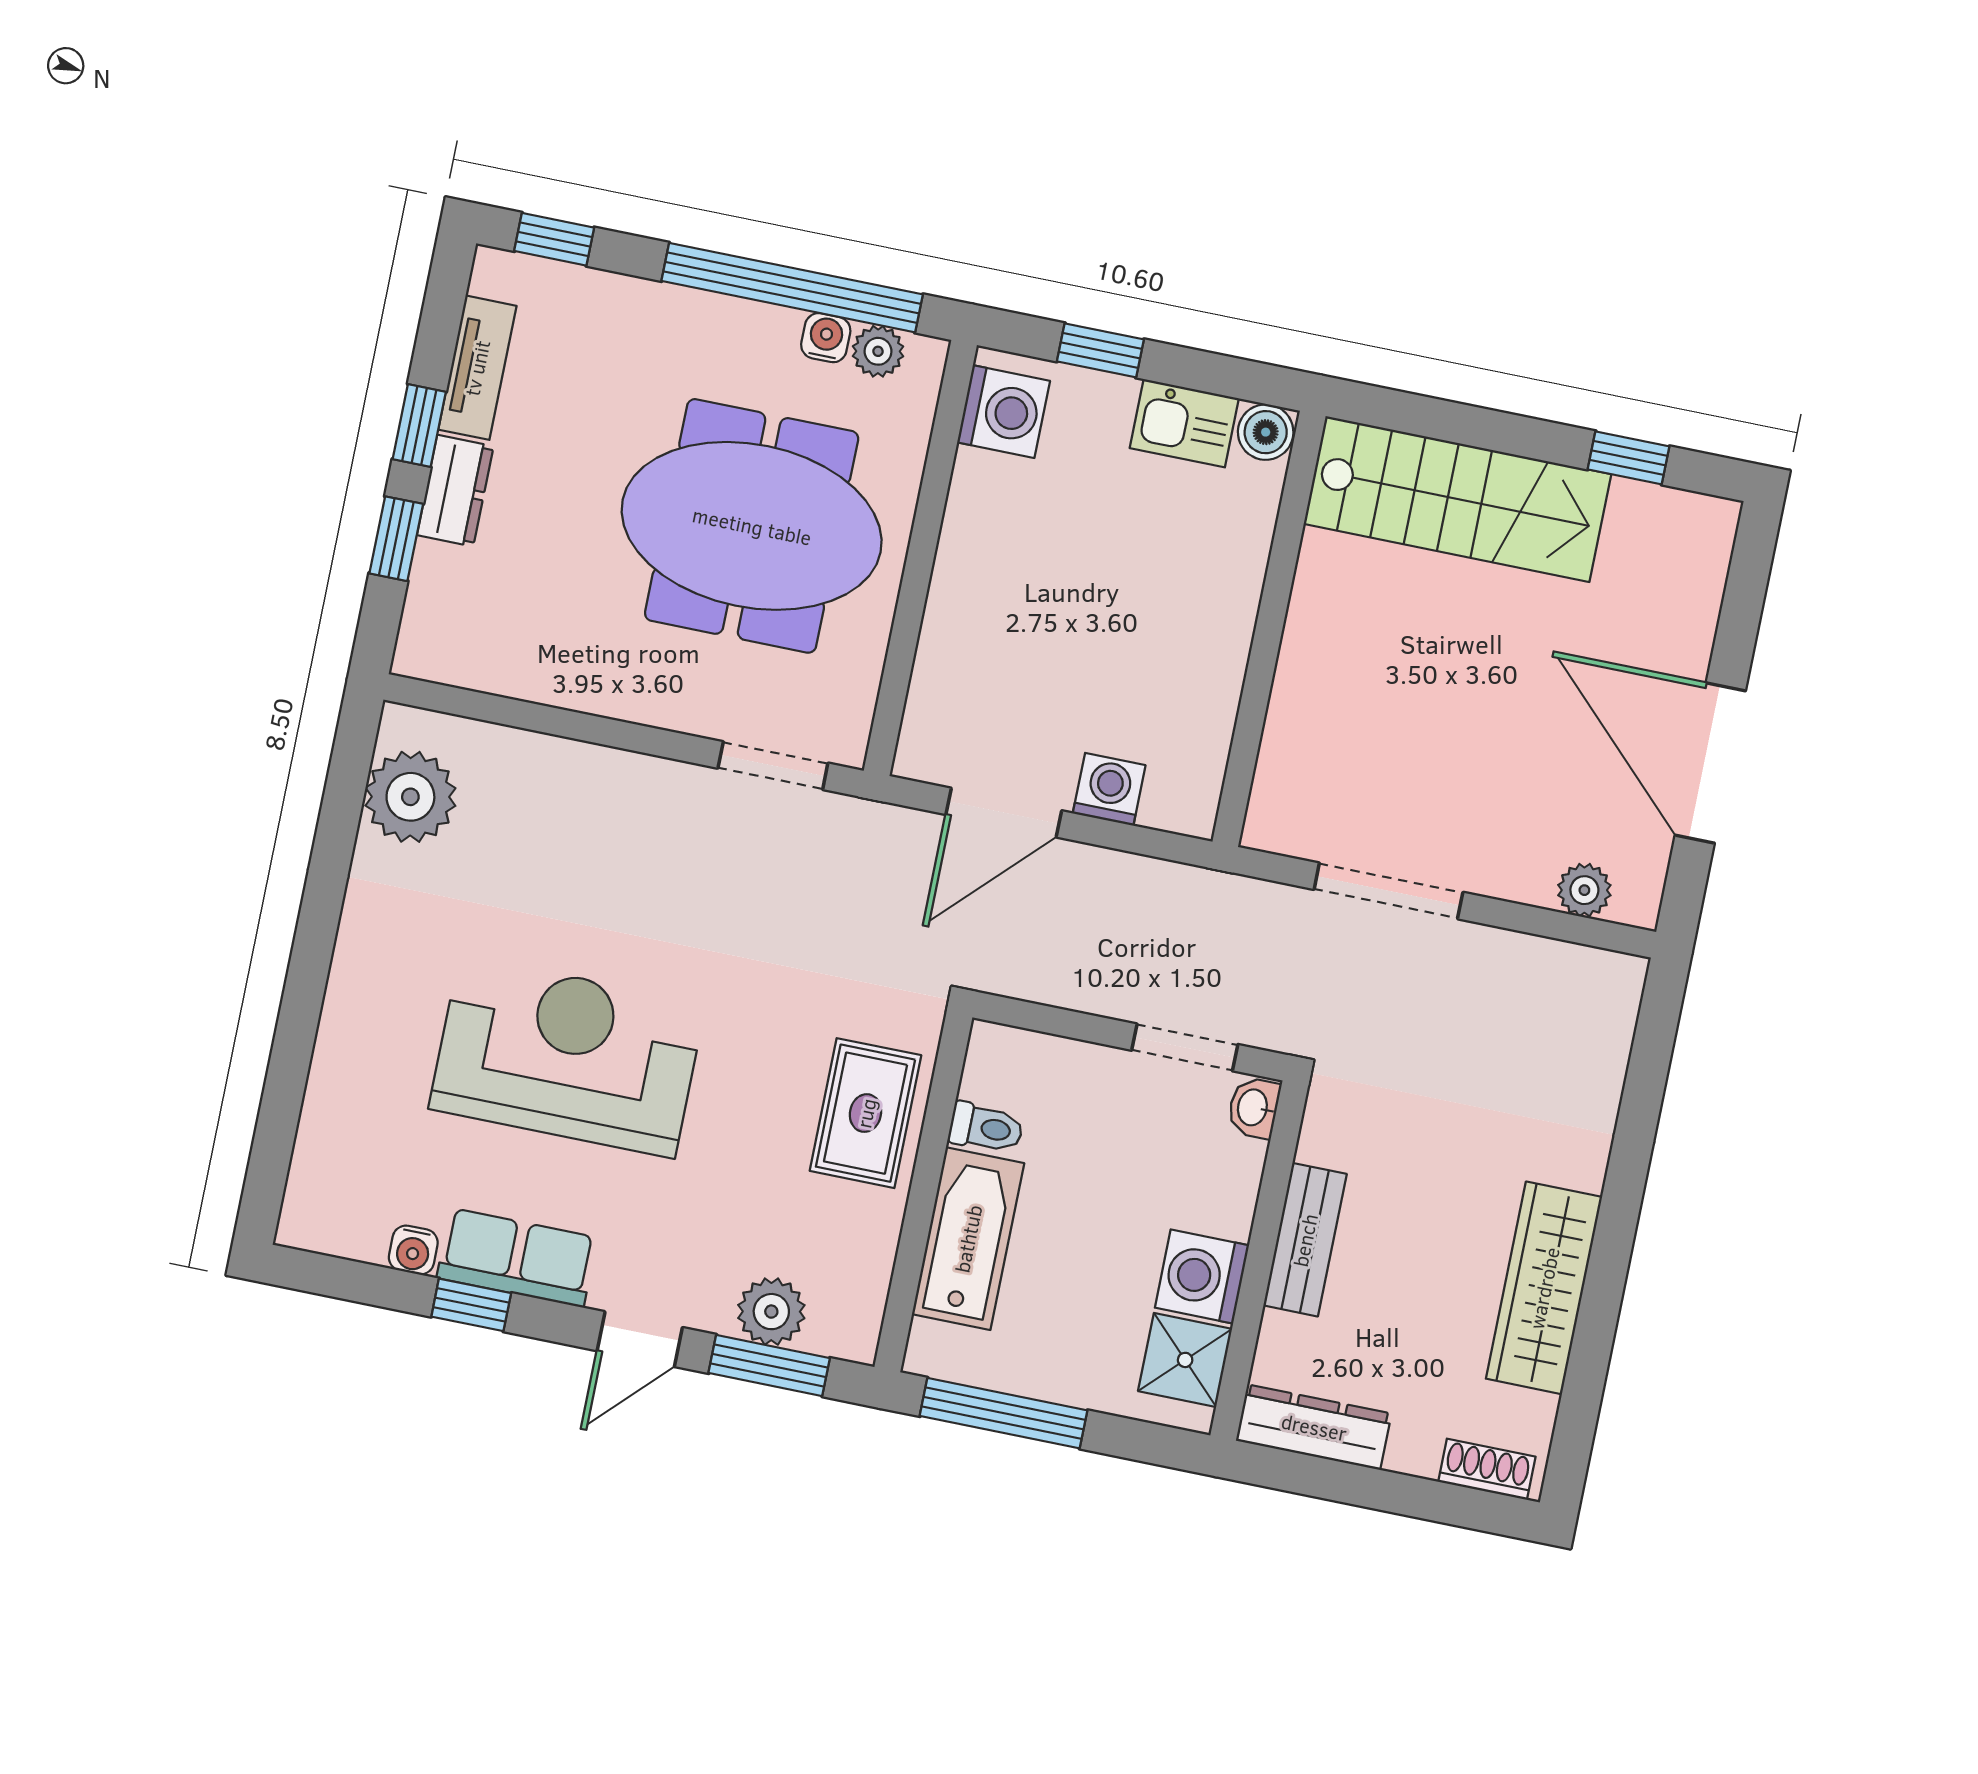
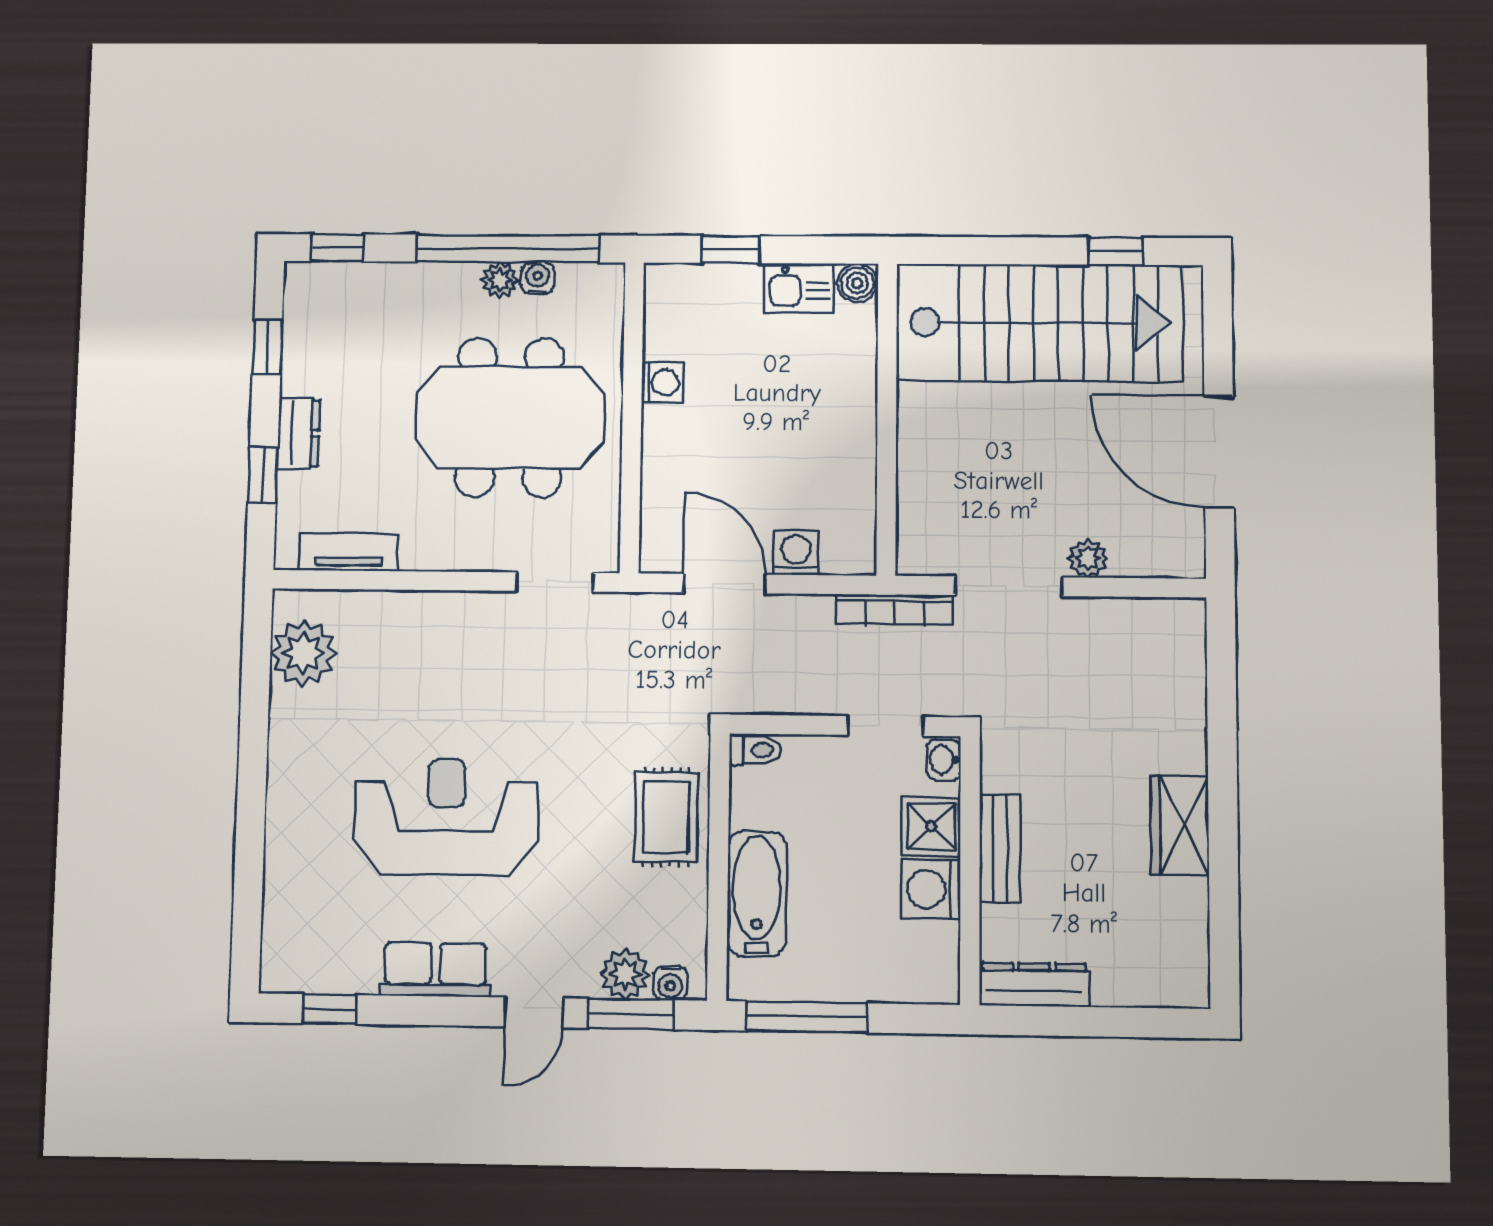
plant: (878, 351) -> (500, 280), moved
tv unit: (477, 368) -> (349, 552), moved, turned -90
washing machine: (1004, 412) -> (662, 383), moved, width x0.73, depth x0.73
window: (419, 426) -> (267, 347), moved
stairs: (1457, 499) -> (1039, 323), width x1.36, depth x1.51
door: (1004, 813) -> (724, 584), swing flipped
plant: (1584, 890) -> (1088, 558), moved
bookcase: (1228, 892) -> (895, 609), added
toilet: (986, 1128) -> (755, 750), moved
water cooler: (413, 1250) -> (670, 983), moved
wardrobe: (1544, 1288) -> (1180, 826), width x0.67
window: (471, 1305) -> (329, 1009), moved
shower: (1185, 1360) -> (931, 826), moved
shoe rack: (1487, 1469) -> (1166, 992), removed

